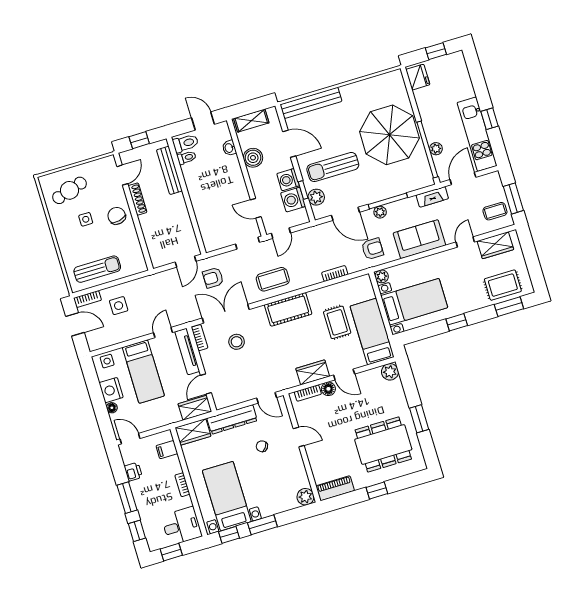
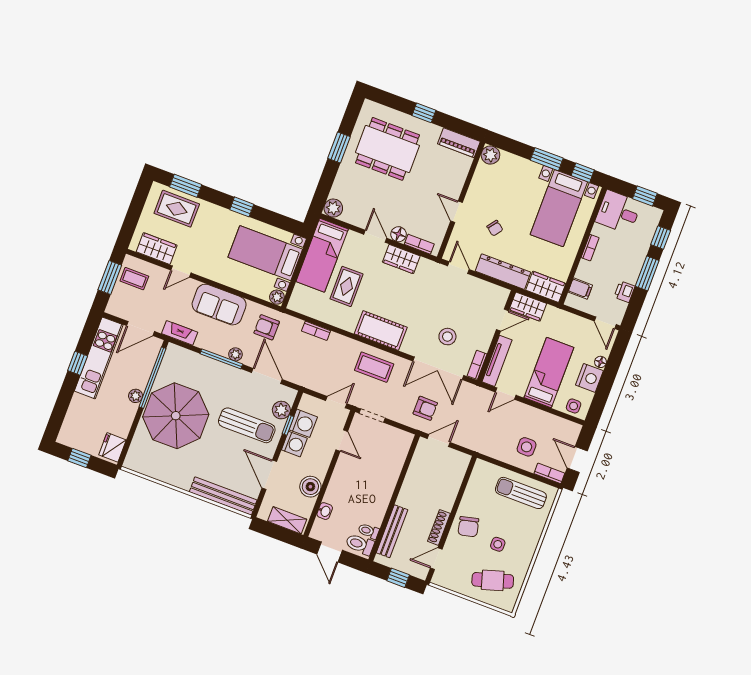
plant: (436, 149) -> (136, 396), moved

